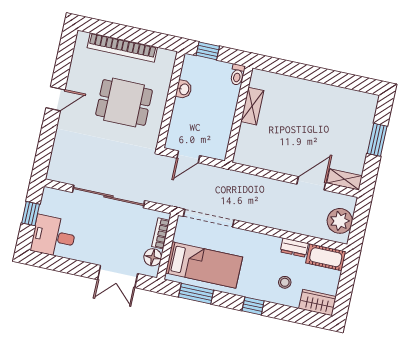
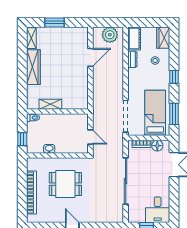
wardrobe: (315, 92) -> (33, 67), added
dining table: (124, 103) -> (65, 184), turned 90
shelving: (345, 179) -> (31, 38), moved
door: (311, 183) -> (90, 57), swing flipped

